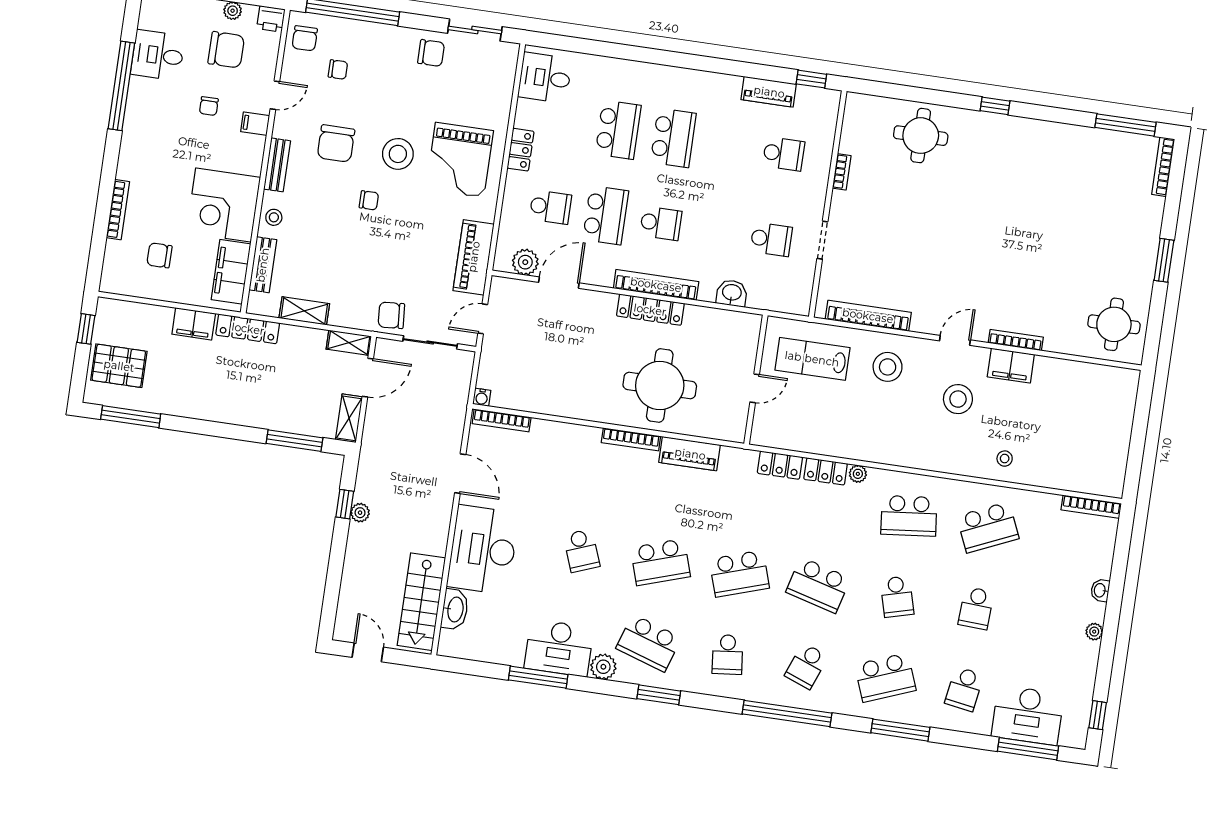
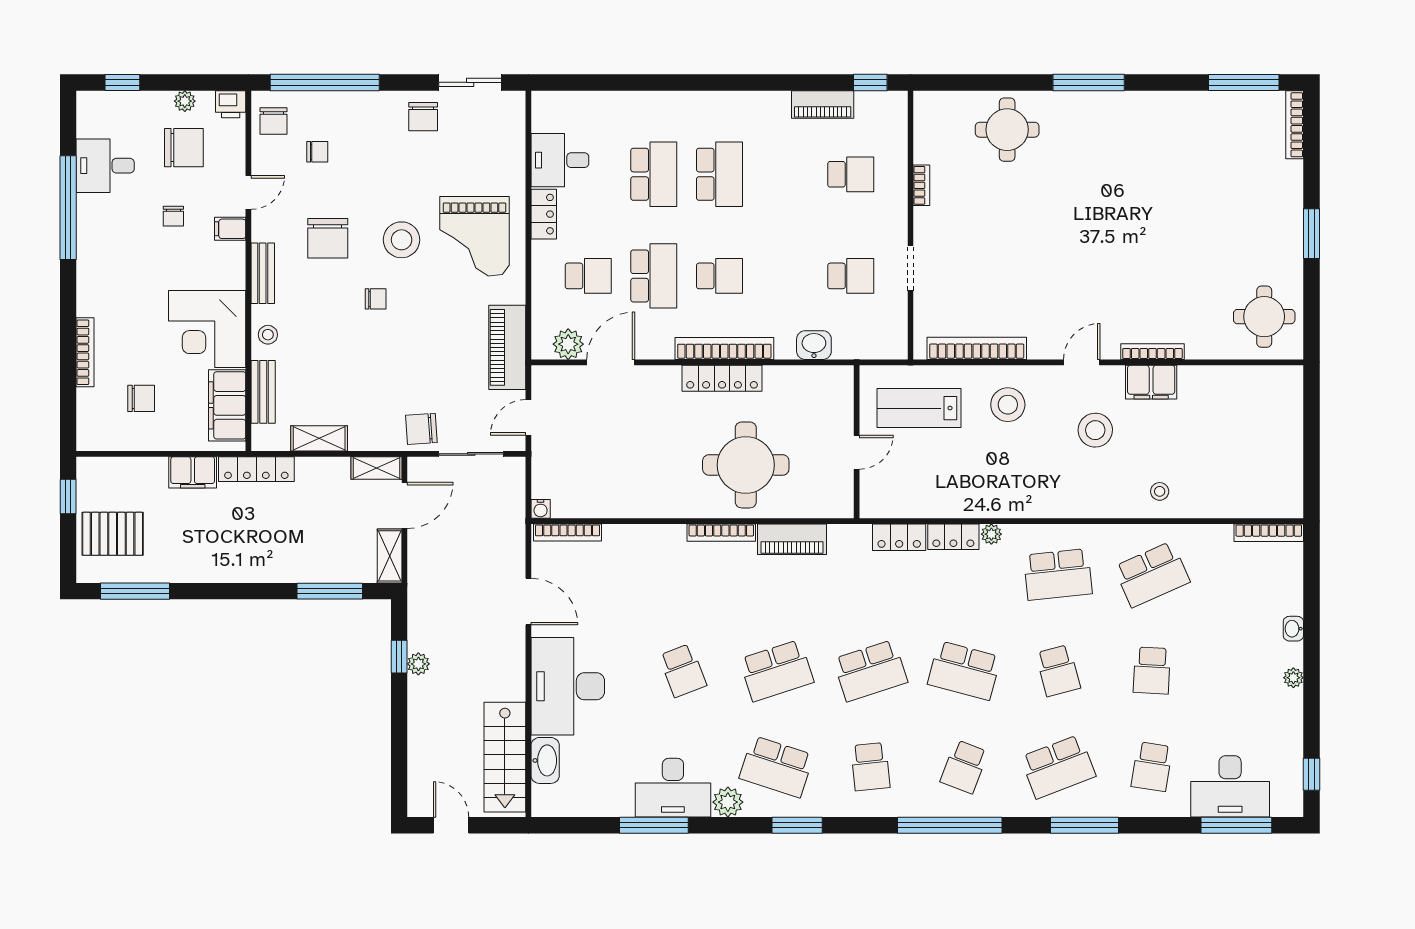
chair: (431, 53) -> (423, 117), turned 90
desk: (545, 78) -> (560, 160), moved
window: (995, 106) -> (1089, 82), width x2.17
chair: (159, 255) -> (141, 398), turned 180

